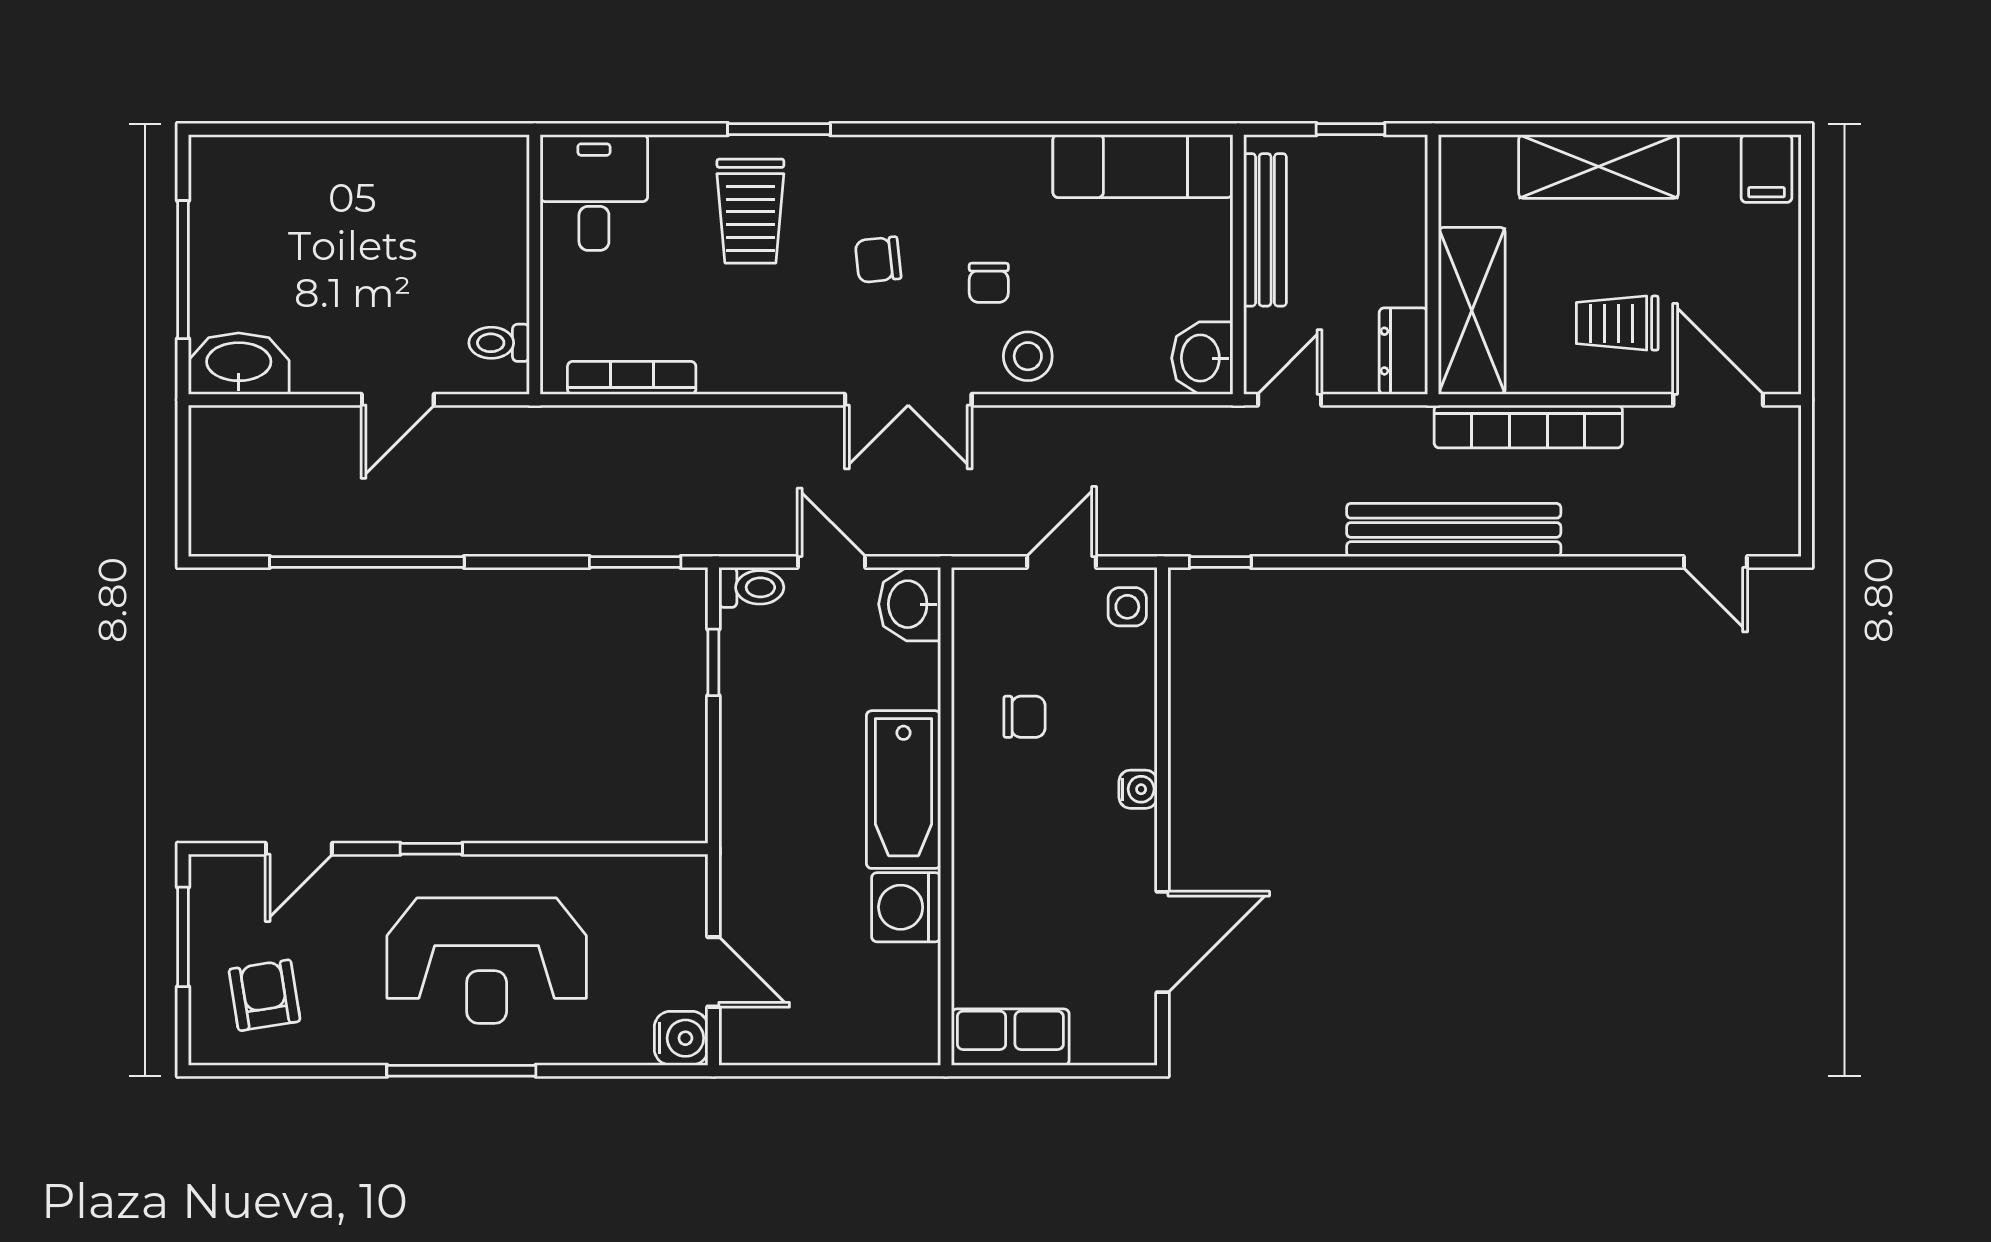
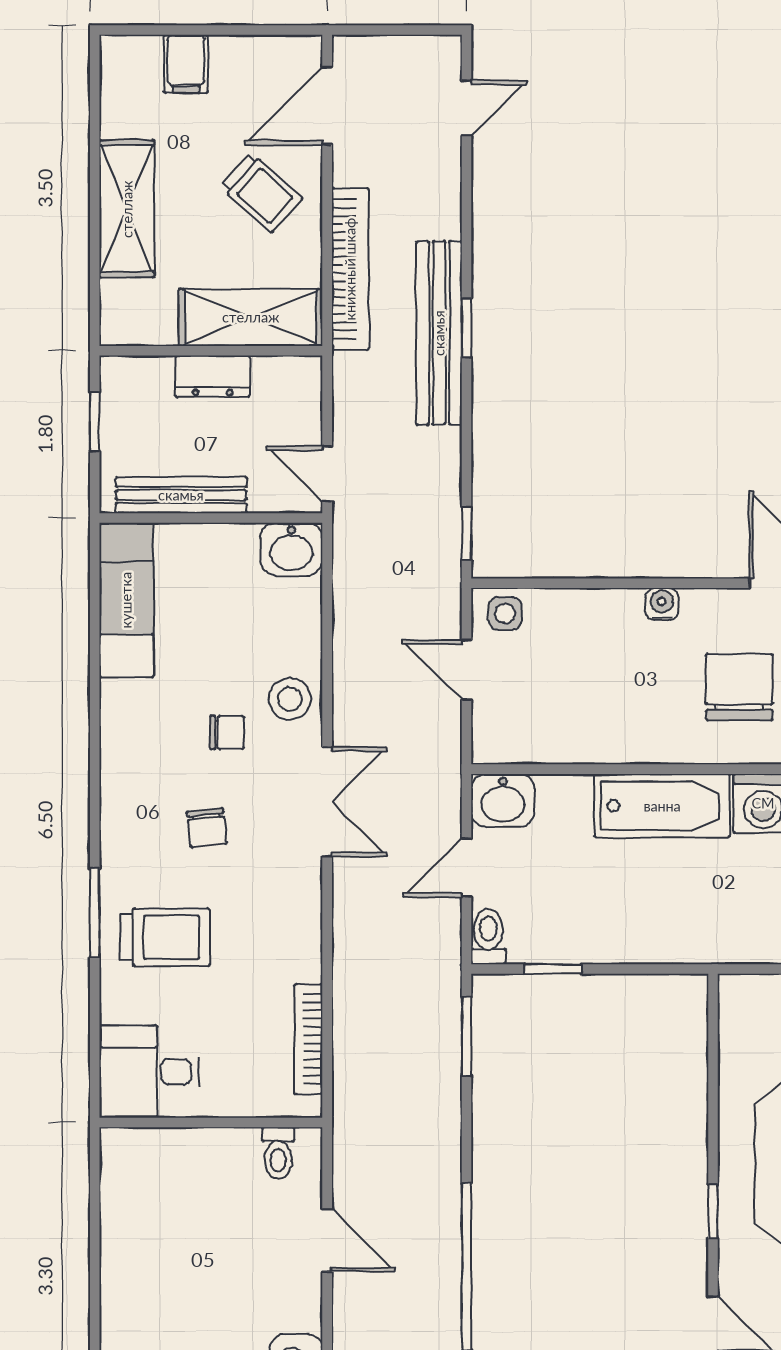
filing cabinet: (1767, 168) -> (186, 64), moved, turned 90
trolley: (1617, 323) -> (261, 193), turned -48
dresser: (1403, 351) -> (213, 376), moved
window: (1459, 562) -> (467, 328), added
chair: (1024, 717) -> (739, 687), moved, width x1.87, depth x1.87

